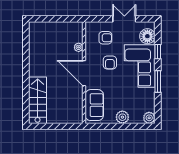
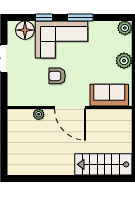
armchair: (105, 38) -> (27, 81), removed
armchair: (110, 62) -> (57, 76), turned 180
door: (84, 73) -> (70, 107), hinge flipped

